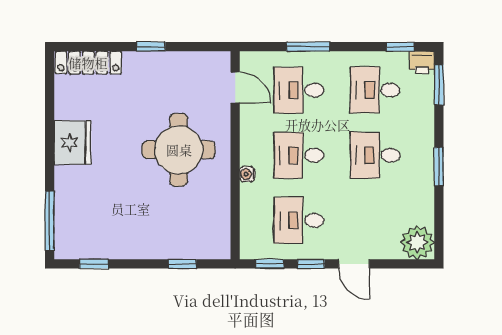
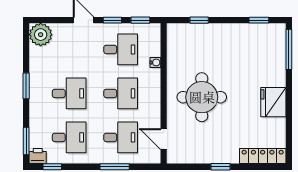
water cooler: (247, 174) -> (155, 62), moved

